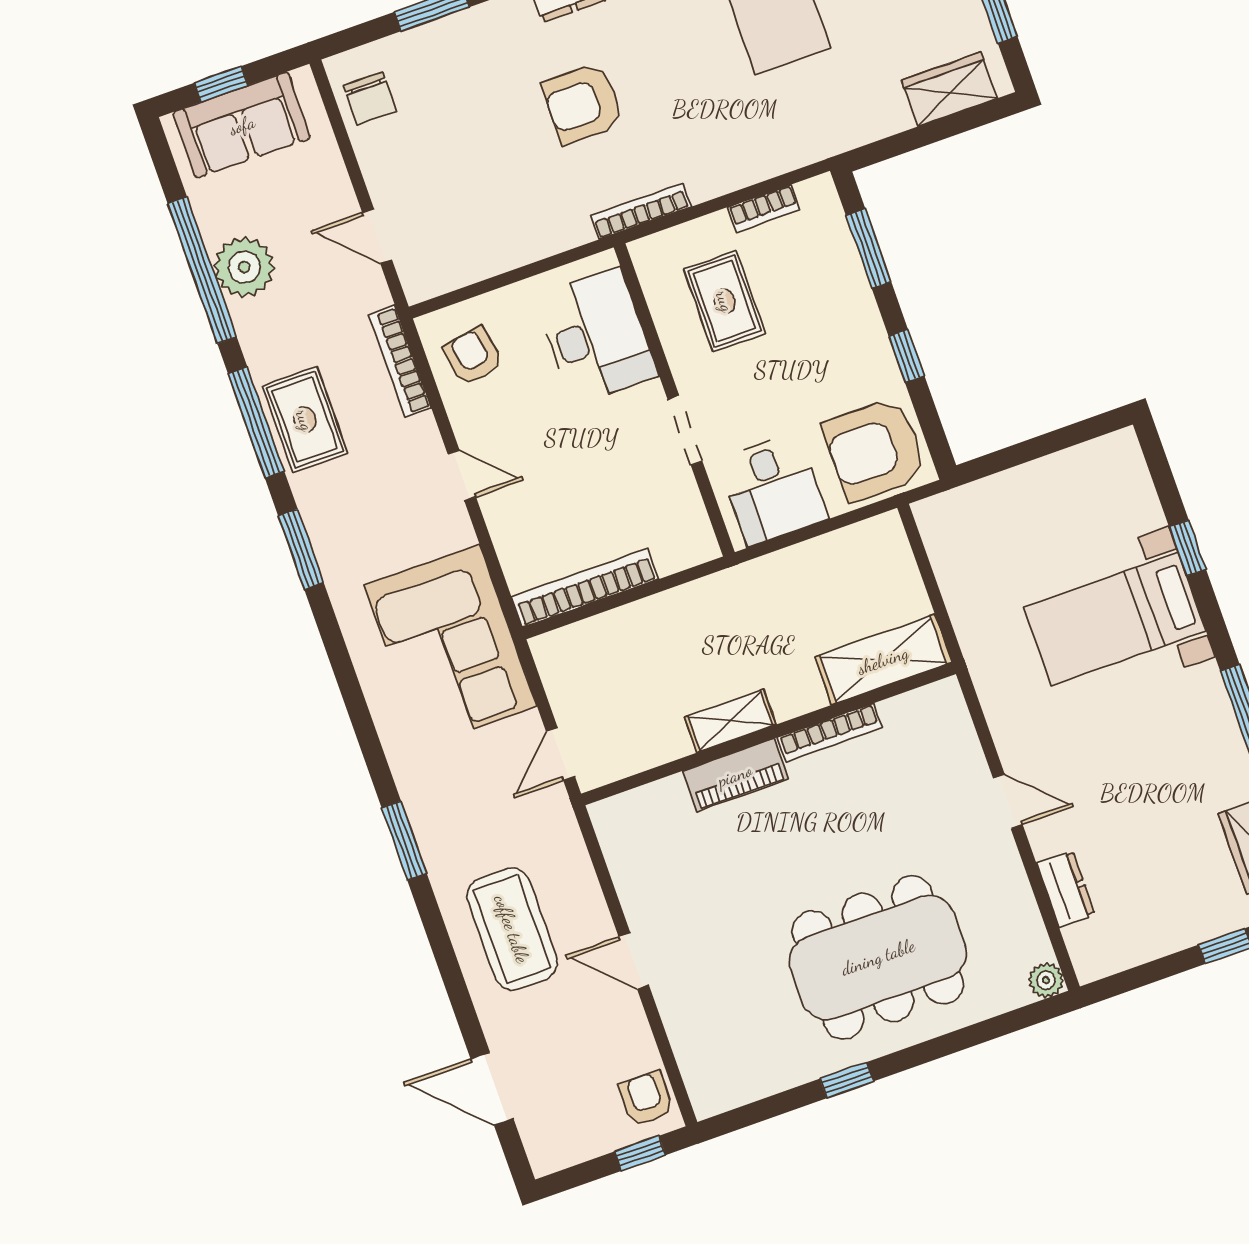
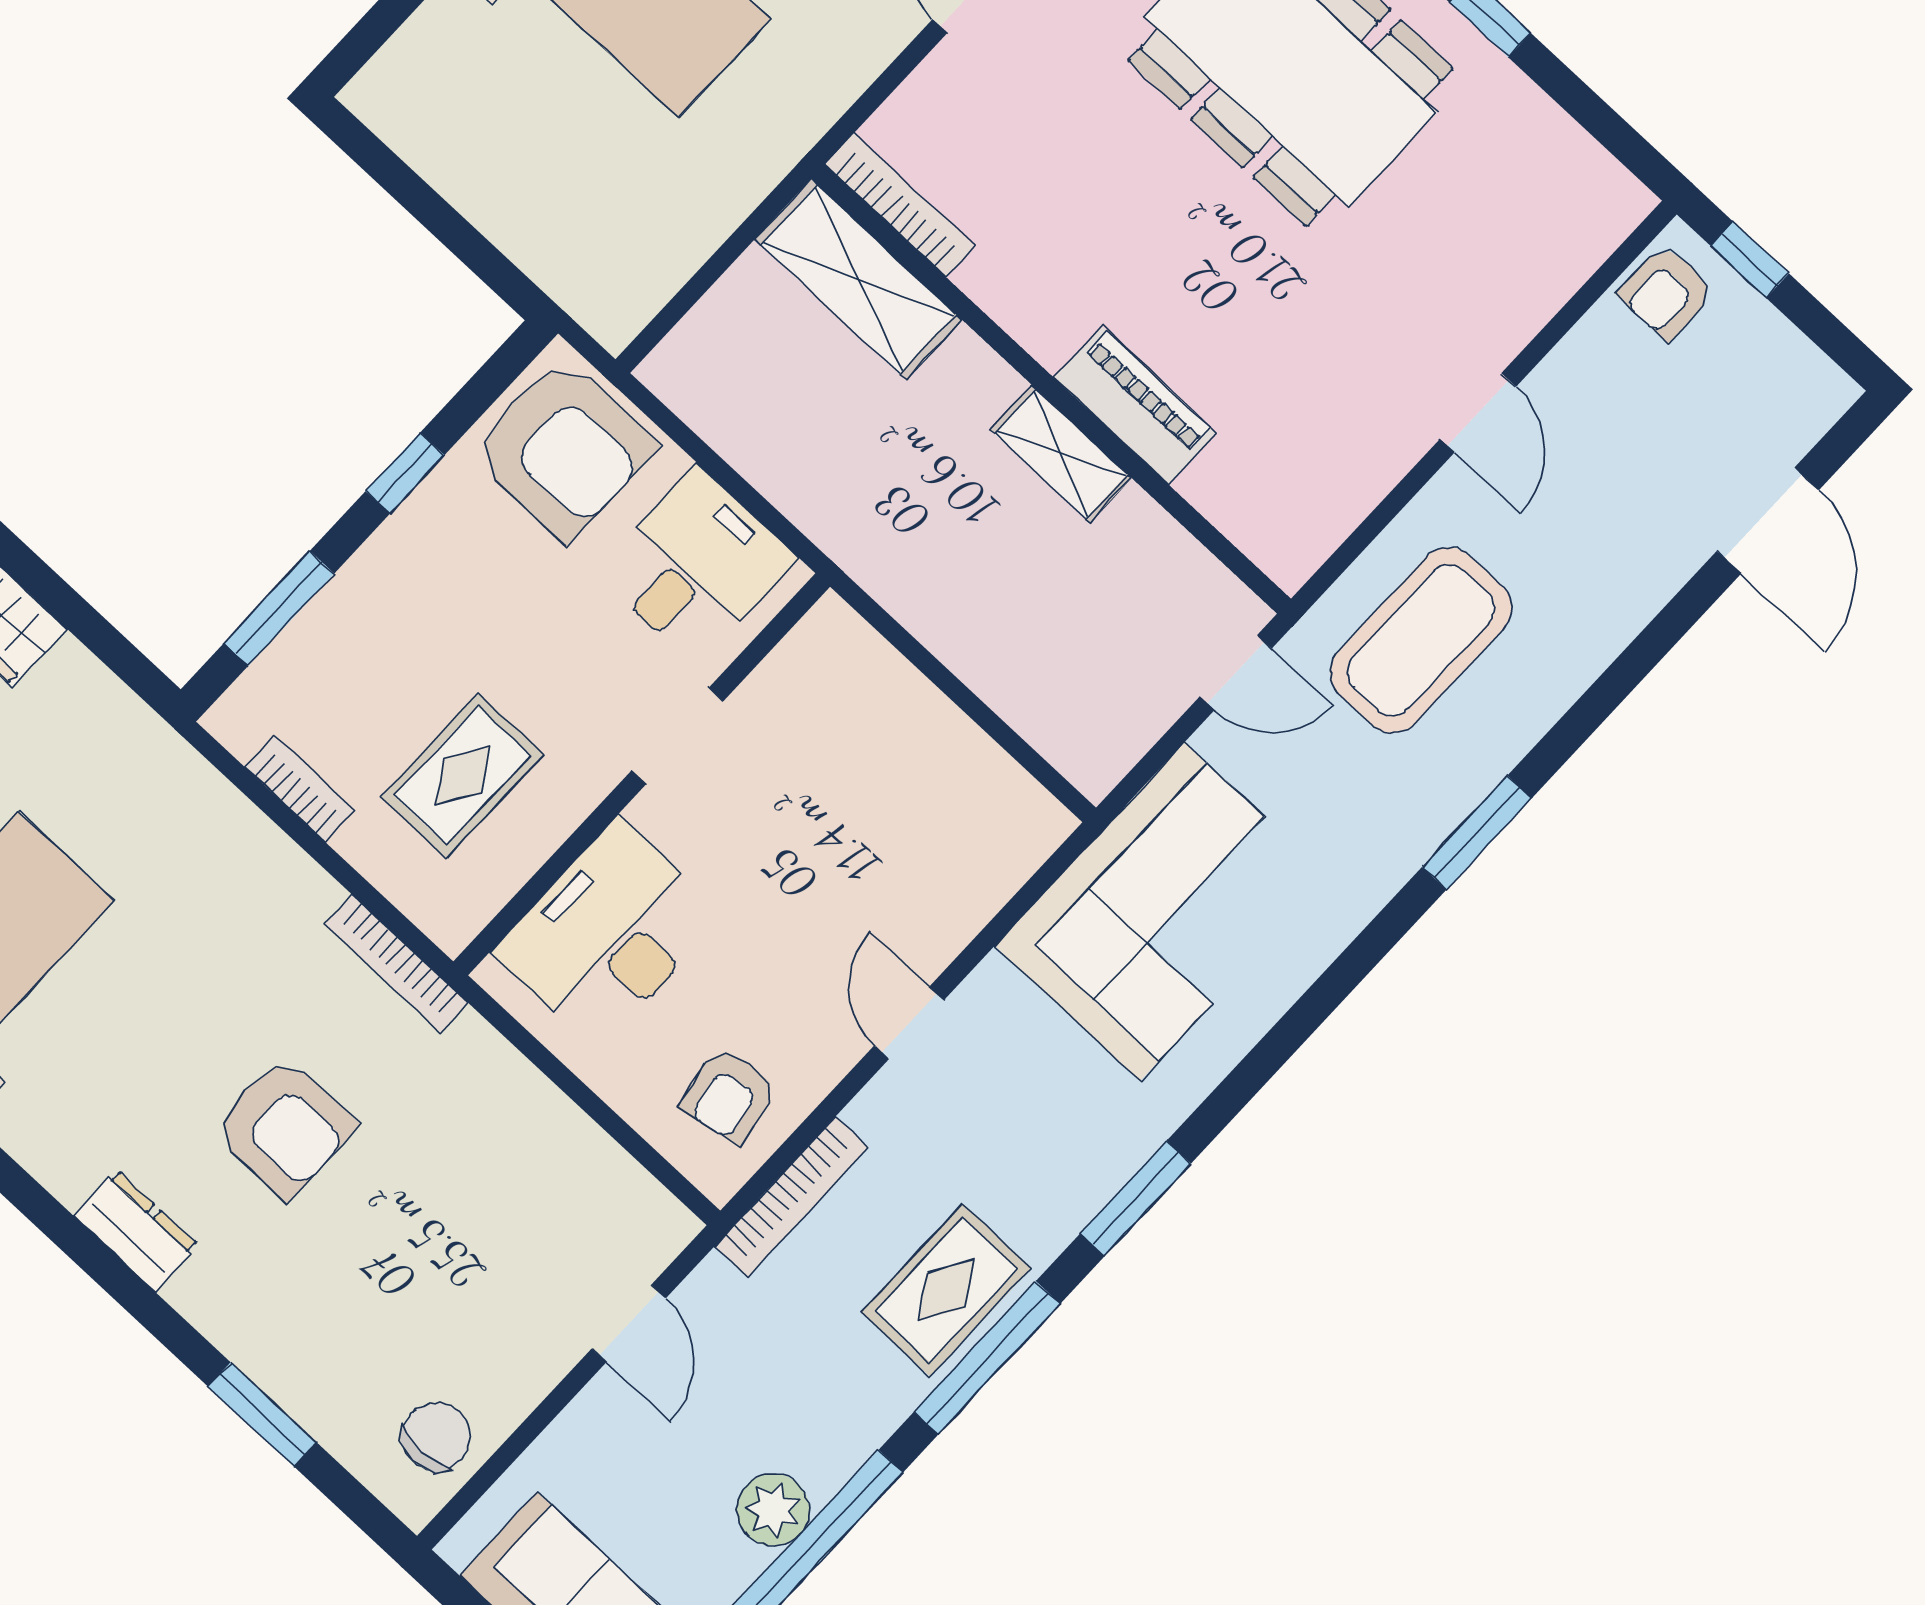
plant: (244, 267) -> (773, 1510), width x0.73, depth x0.73
bookcase: (585, 588) -> (979, 762), removed
bookcase: (830, 733) -> (900, 205), moved
coffee table: (512, 929) -> (1421, 640), moved

